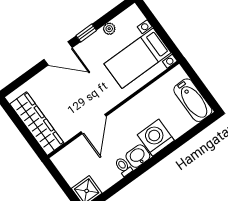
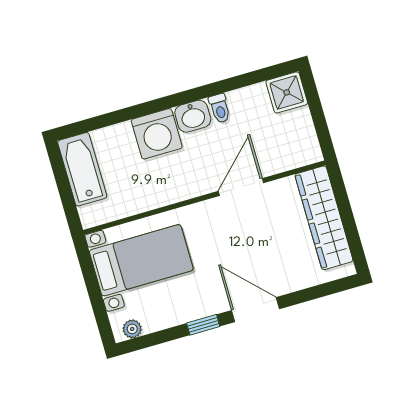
plant: (109, 29) -> (132, 329), moved

